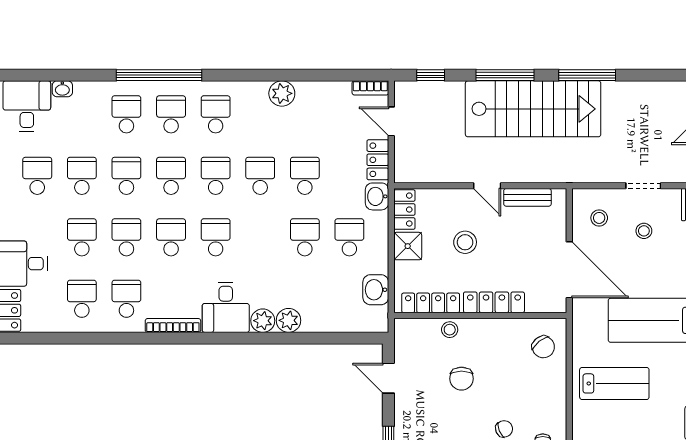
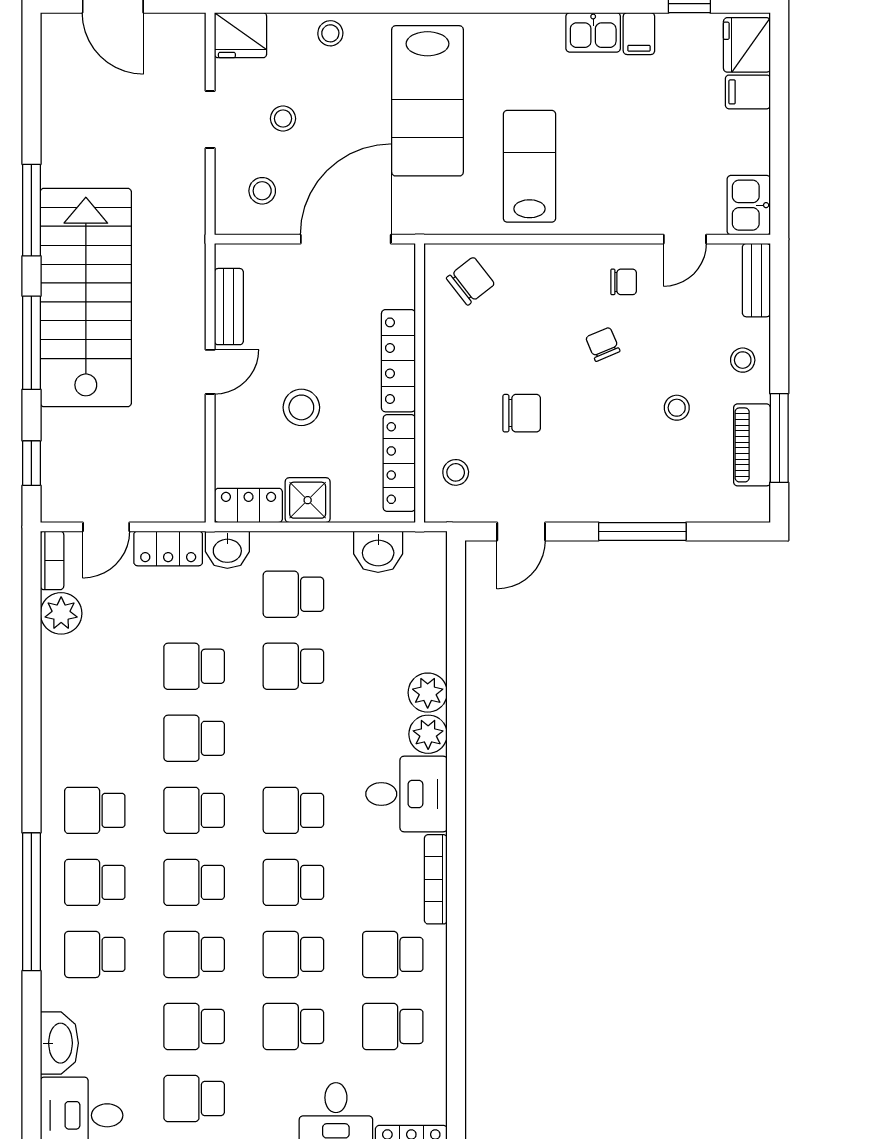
washbasin: (62, 89) -> (59, 1043), width x1.91, depth x1.45
plant: (282, 93) -> (61, 613), moved
stool: (450, 330) -> (456, 472), moved

